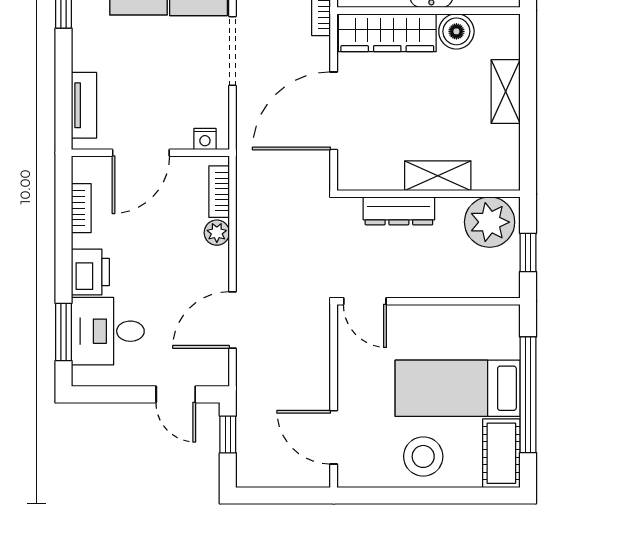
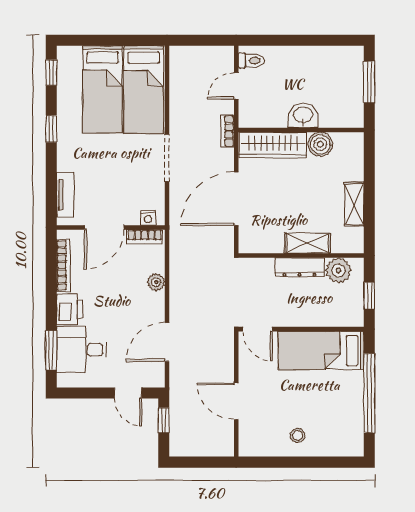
shelving: (506, 92) -> (354, 204), moved
bookcase: (219, 192) -> (145, 237), moved, turned -90
bookcase: (81, 208) -> (63, 265), width x1.56
dresser: (399, 211) -> (300, 267), moved
plant: (490, 222) -> (338, 270), width x0.73, depth x0.73
bed: (458, 388) -> (321, 351), moved
door: (334, 437) -> (236, 401), moved
cot: (501, 453) -> (351, 433), removed
stool: (423, 456) -> (298, 435), width x0.53, depth x0.53

